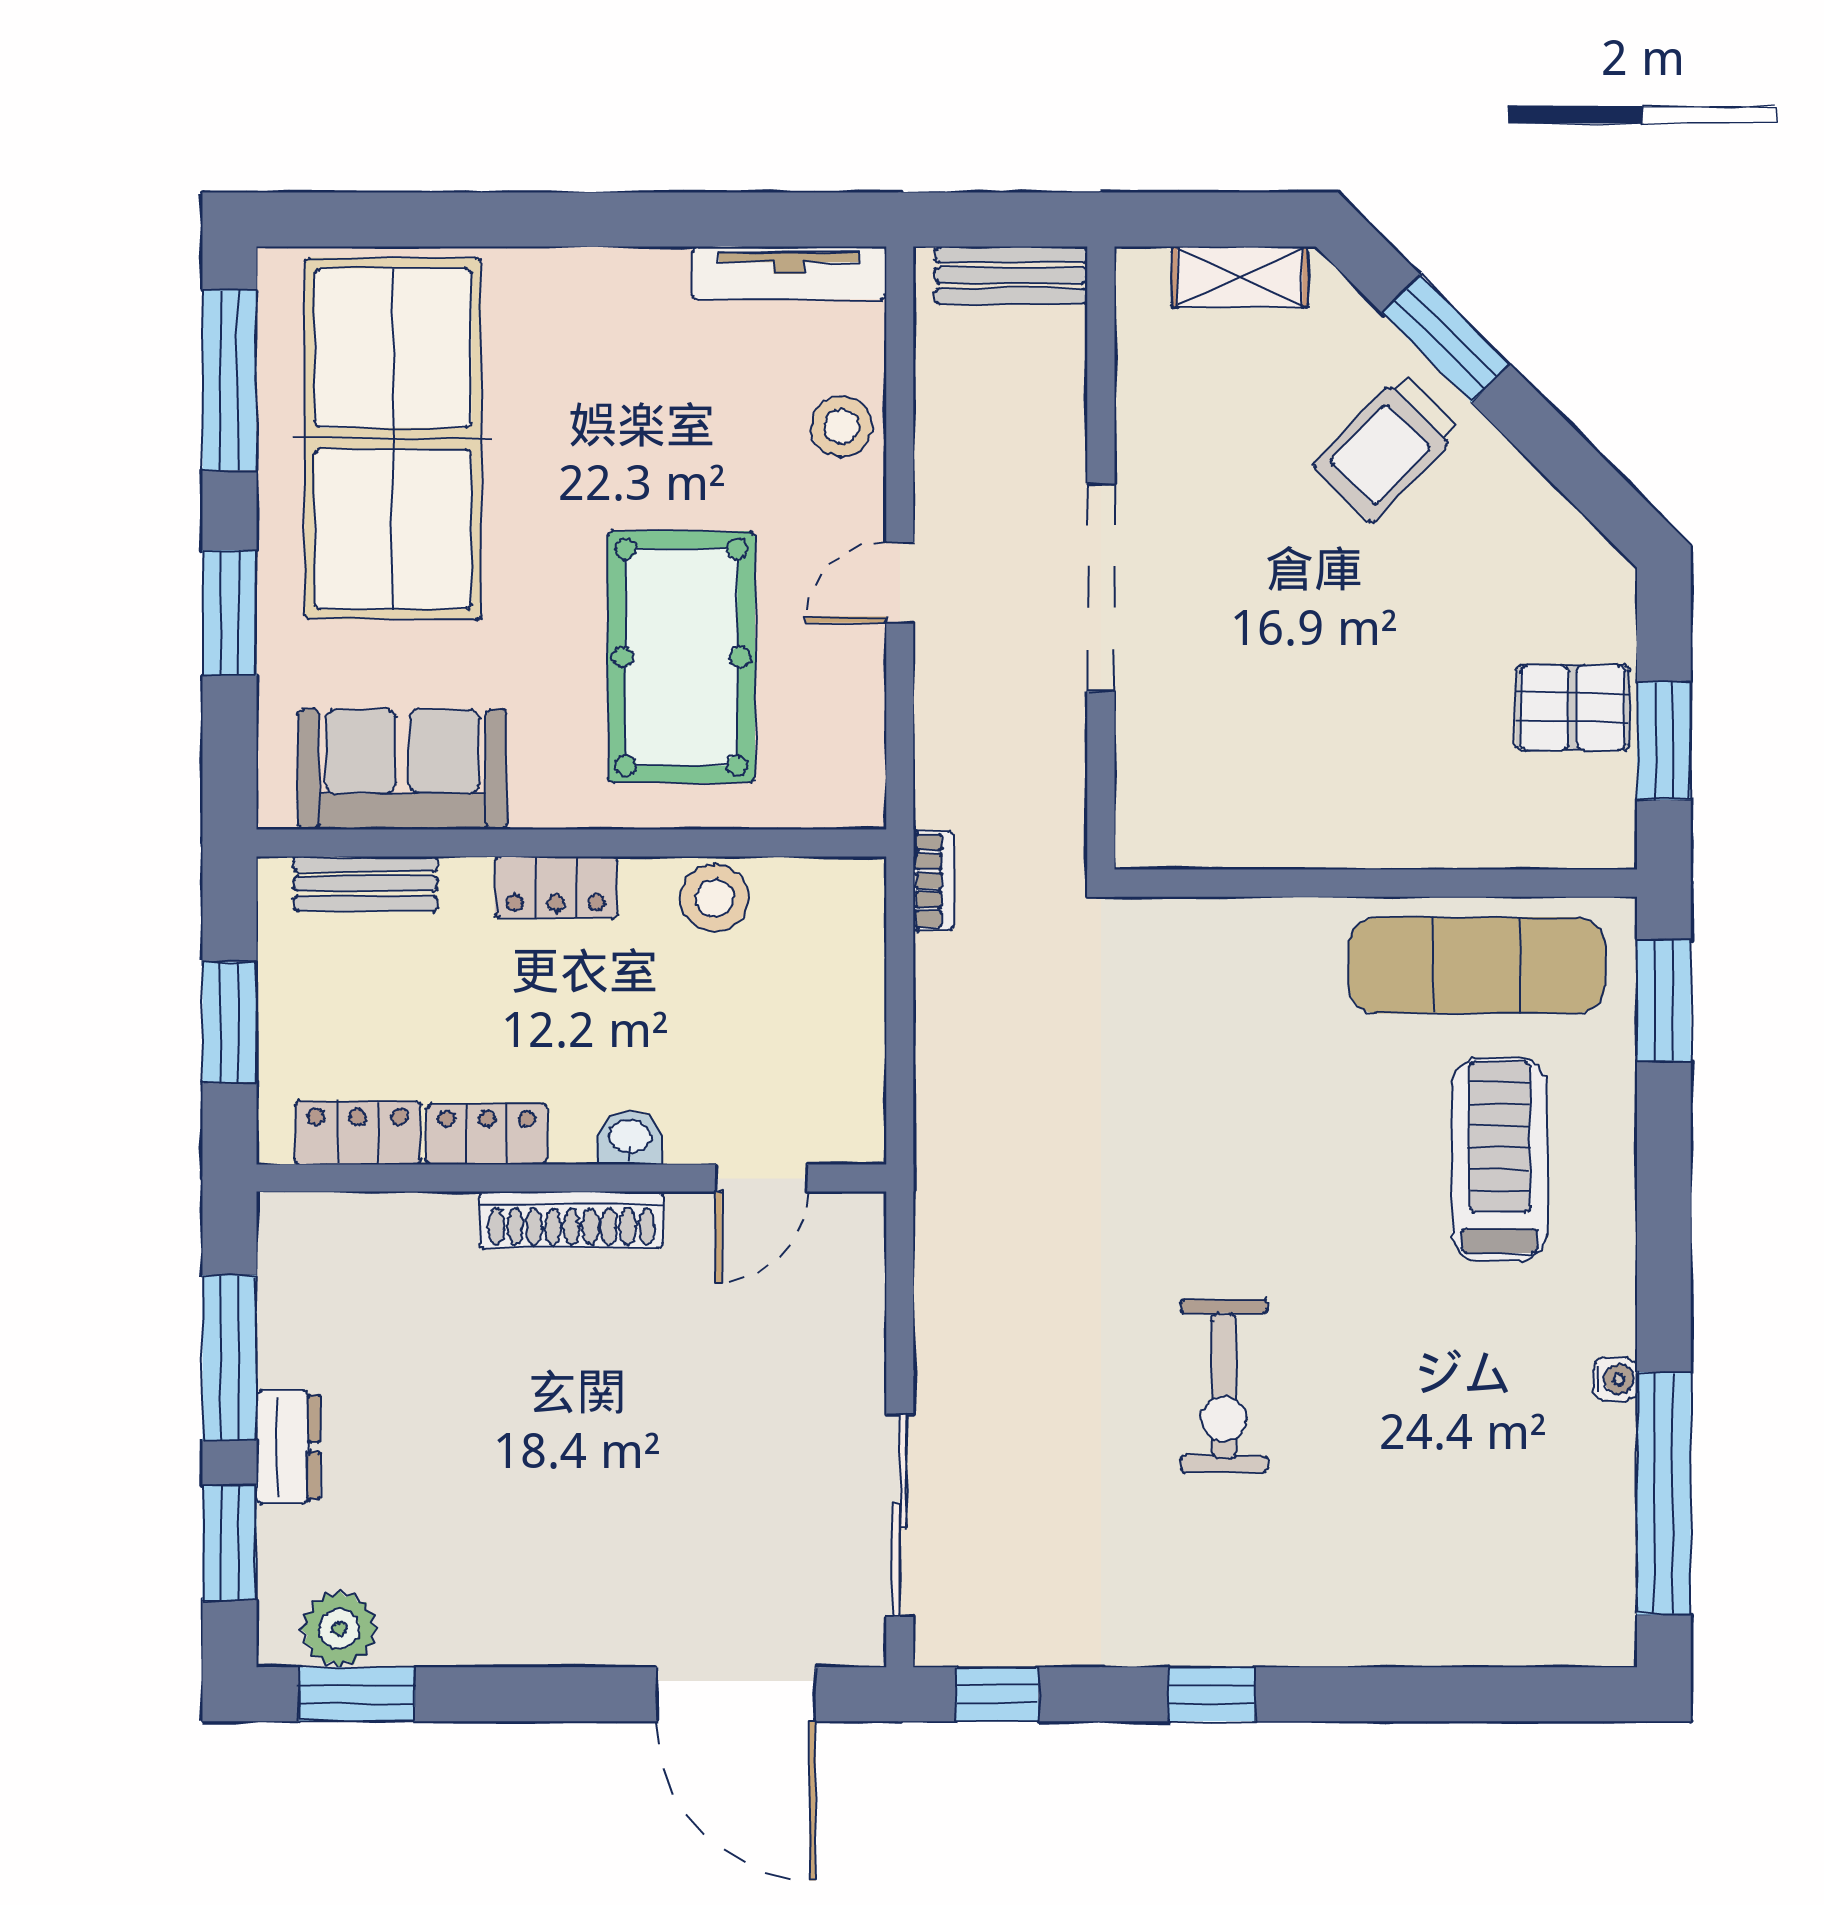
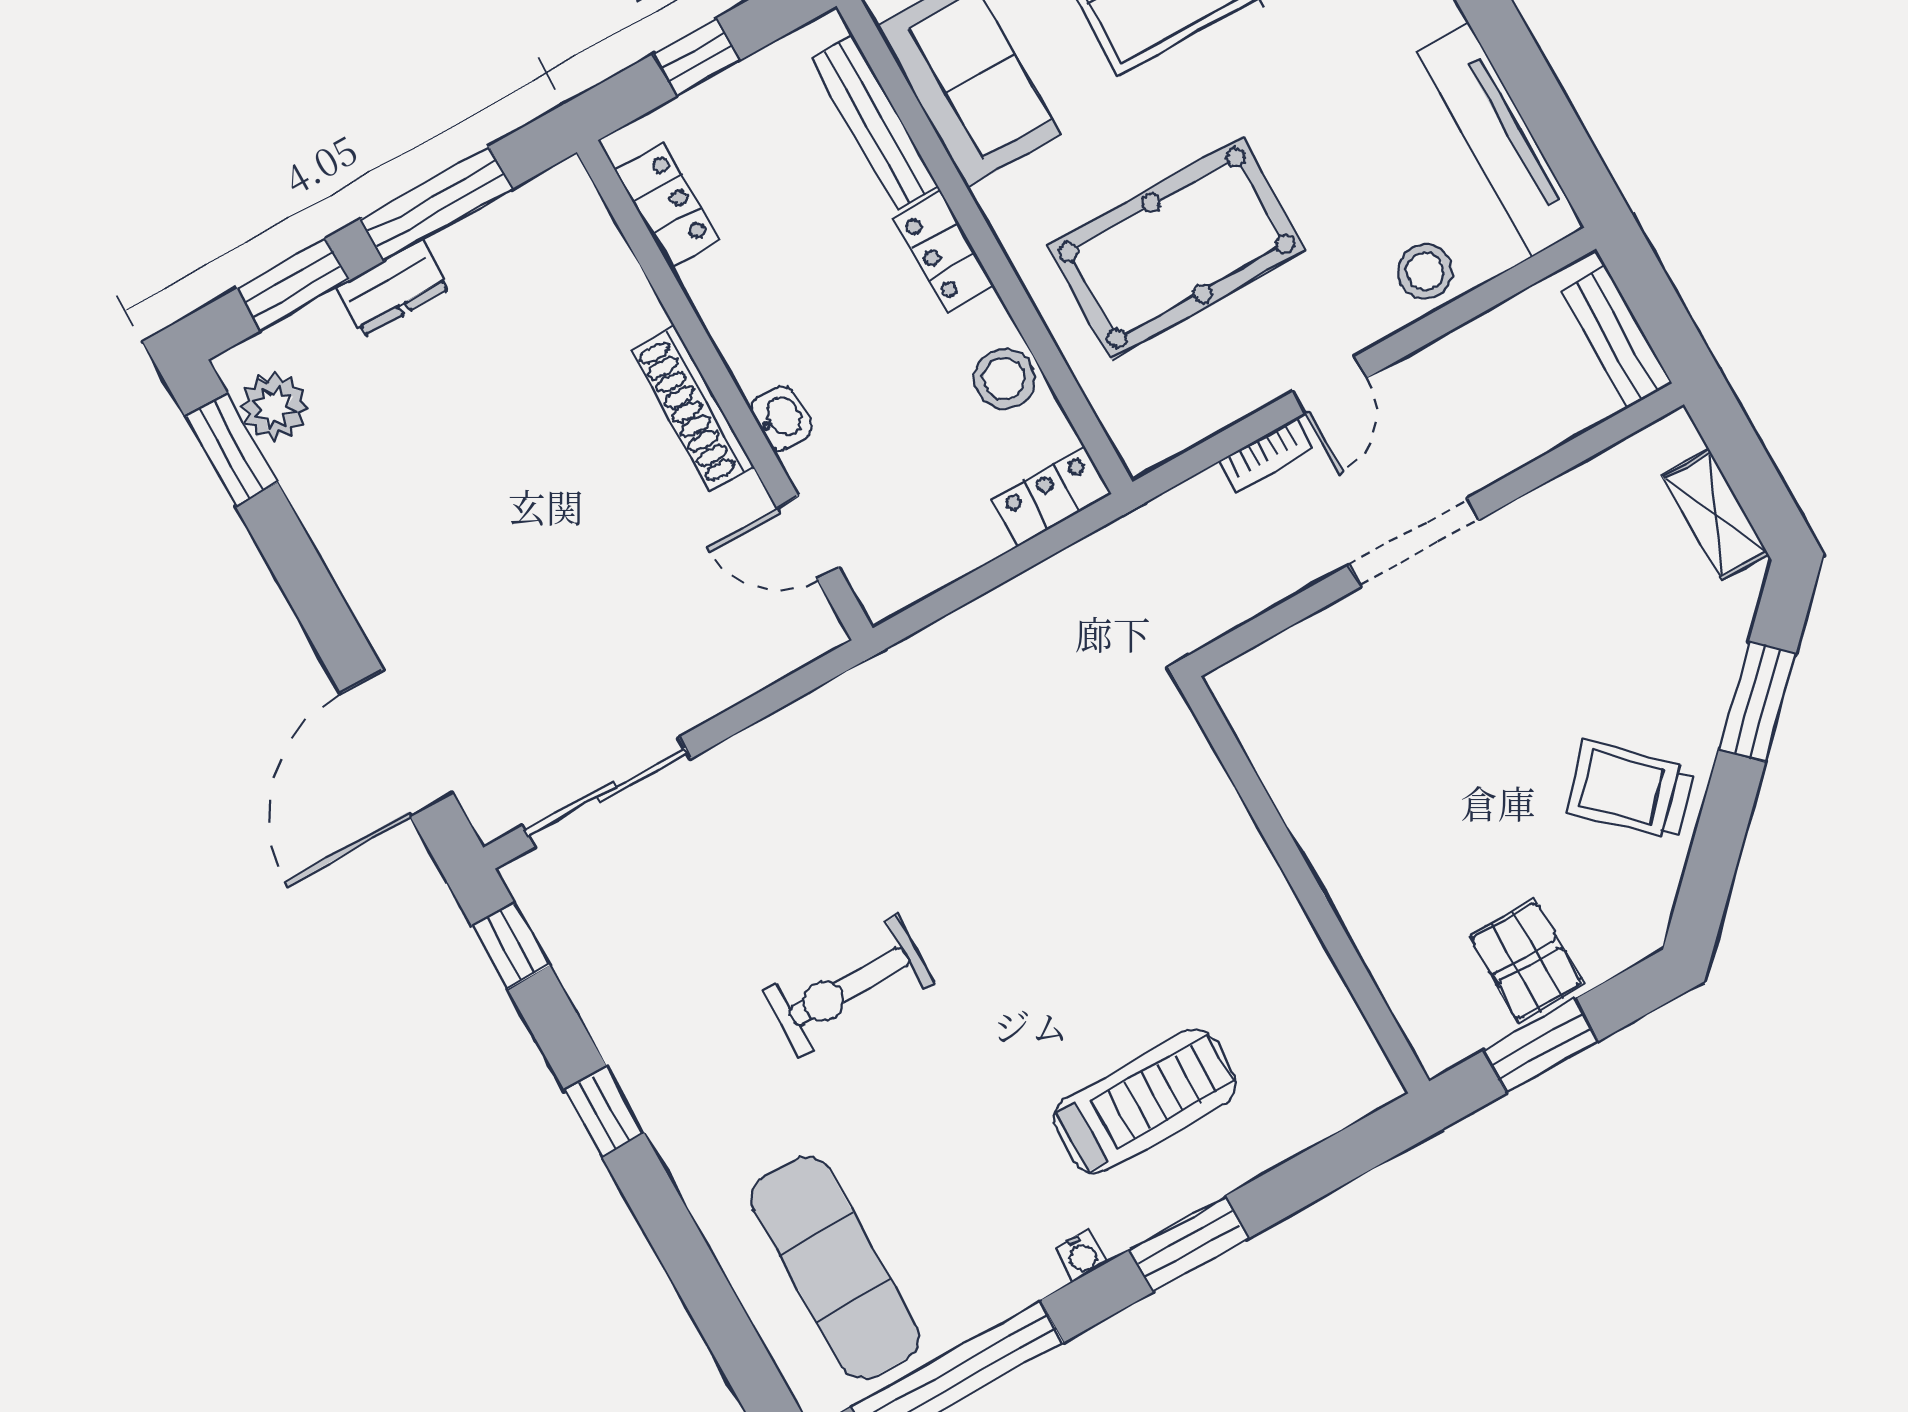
tv unit: (789, 273) -> (1500, 140), width x1.36, depth x1.29
trolley: (1387, 448) -> (1630, 790), moved
door: (900, 582) -> (1330, 385), swing flipped
doorway: (1101, 587) -> (1414, 543), width x0.73
bookcase: (933, 881) -> (1266, 455), moved
bench: (366, 884) -> (874, 122), width x1.36
exercise mat: (1477, 965) -> (835, 1268), moved
window: (1664, 1000) -> (1189, 1244), moved
window: (229, 1022) -> (696, 57), width x0.67
locker: (487, 1134) -> (1052, 497), moved, turned -90
water cooler: (1615, 1379) -> (1082, 1255), moved

